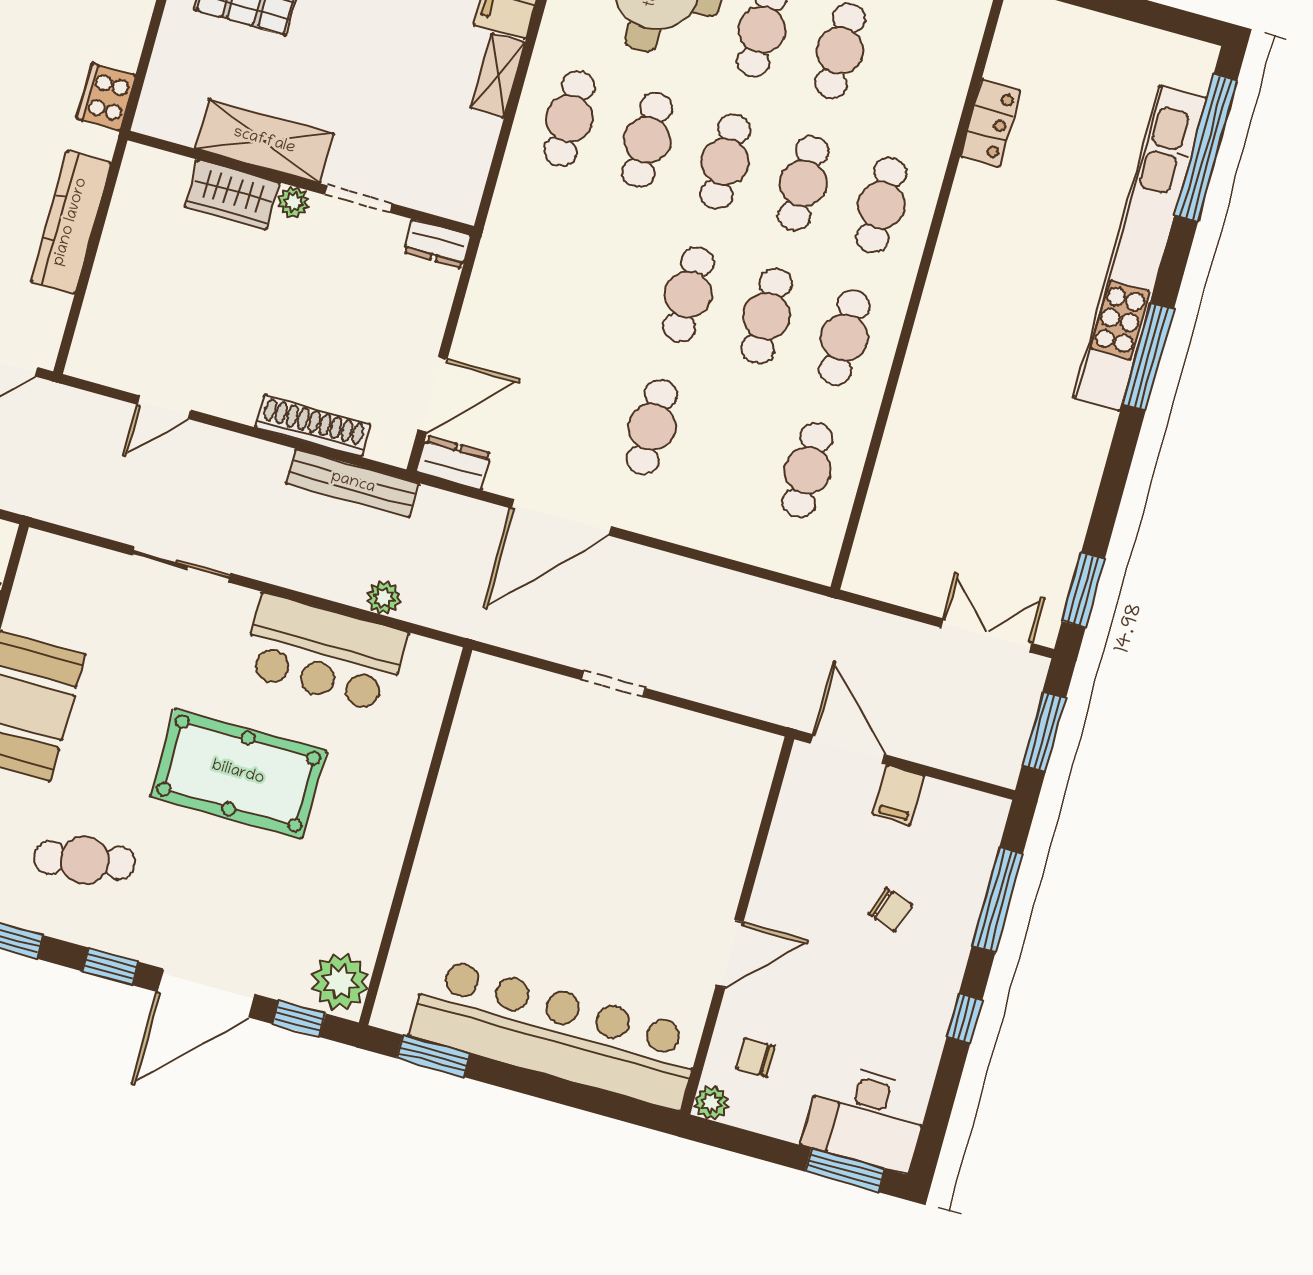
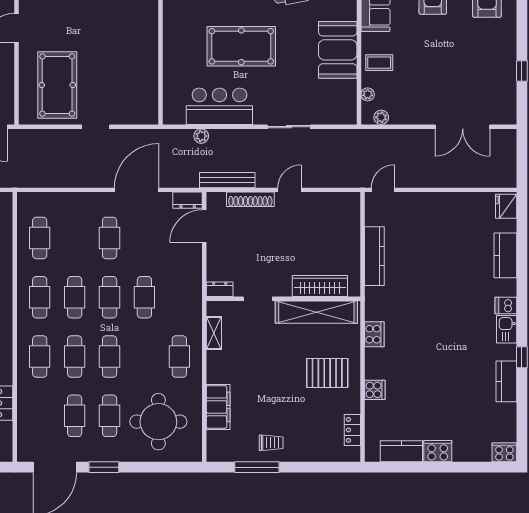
shelving: (498, 75) -> (214, 333), moved
cooker: (106, 97) -> (374, 334), moved
cafe table: (647, 140) -> (144, 297), moved
shelving: (264, 141) -> (316, 312), width x1.47
wardrobe: (232, 195) -> (320, 286), width x1.50
plant: (294, 202) -> (284, 290), removed
door: (164, 407) -> (290, 190), moved
pool table: (674, 801) -> (57, 85), added

